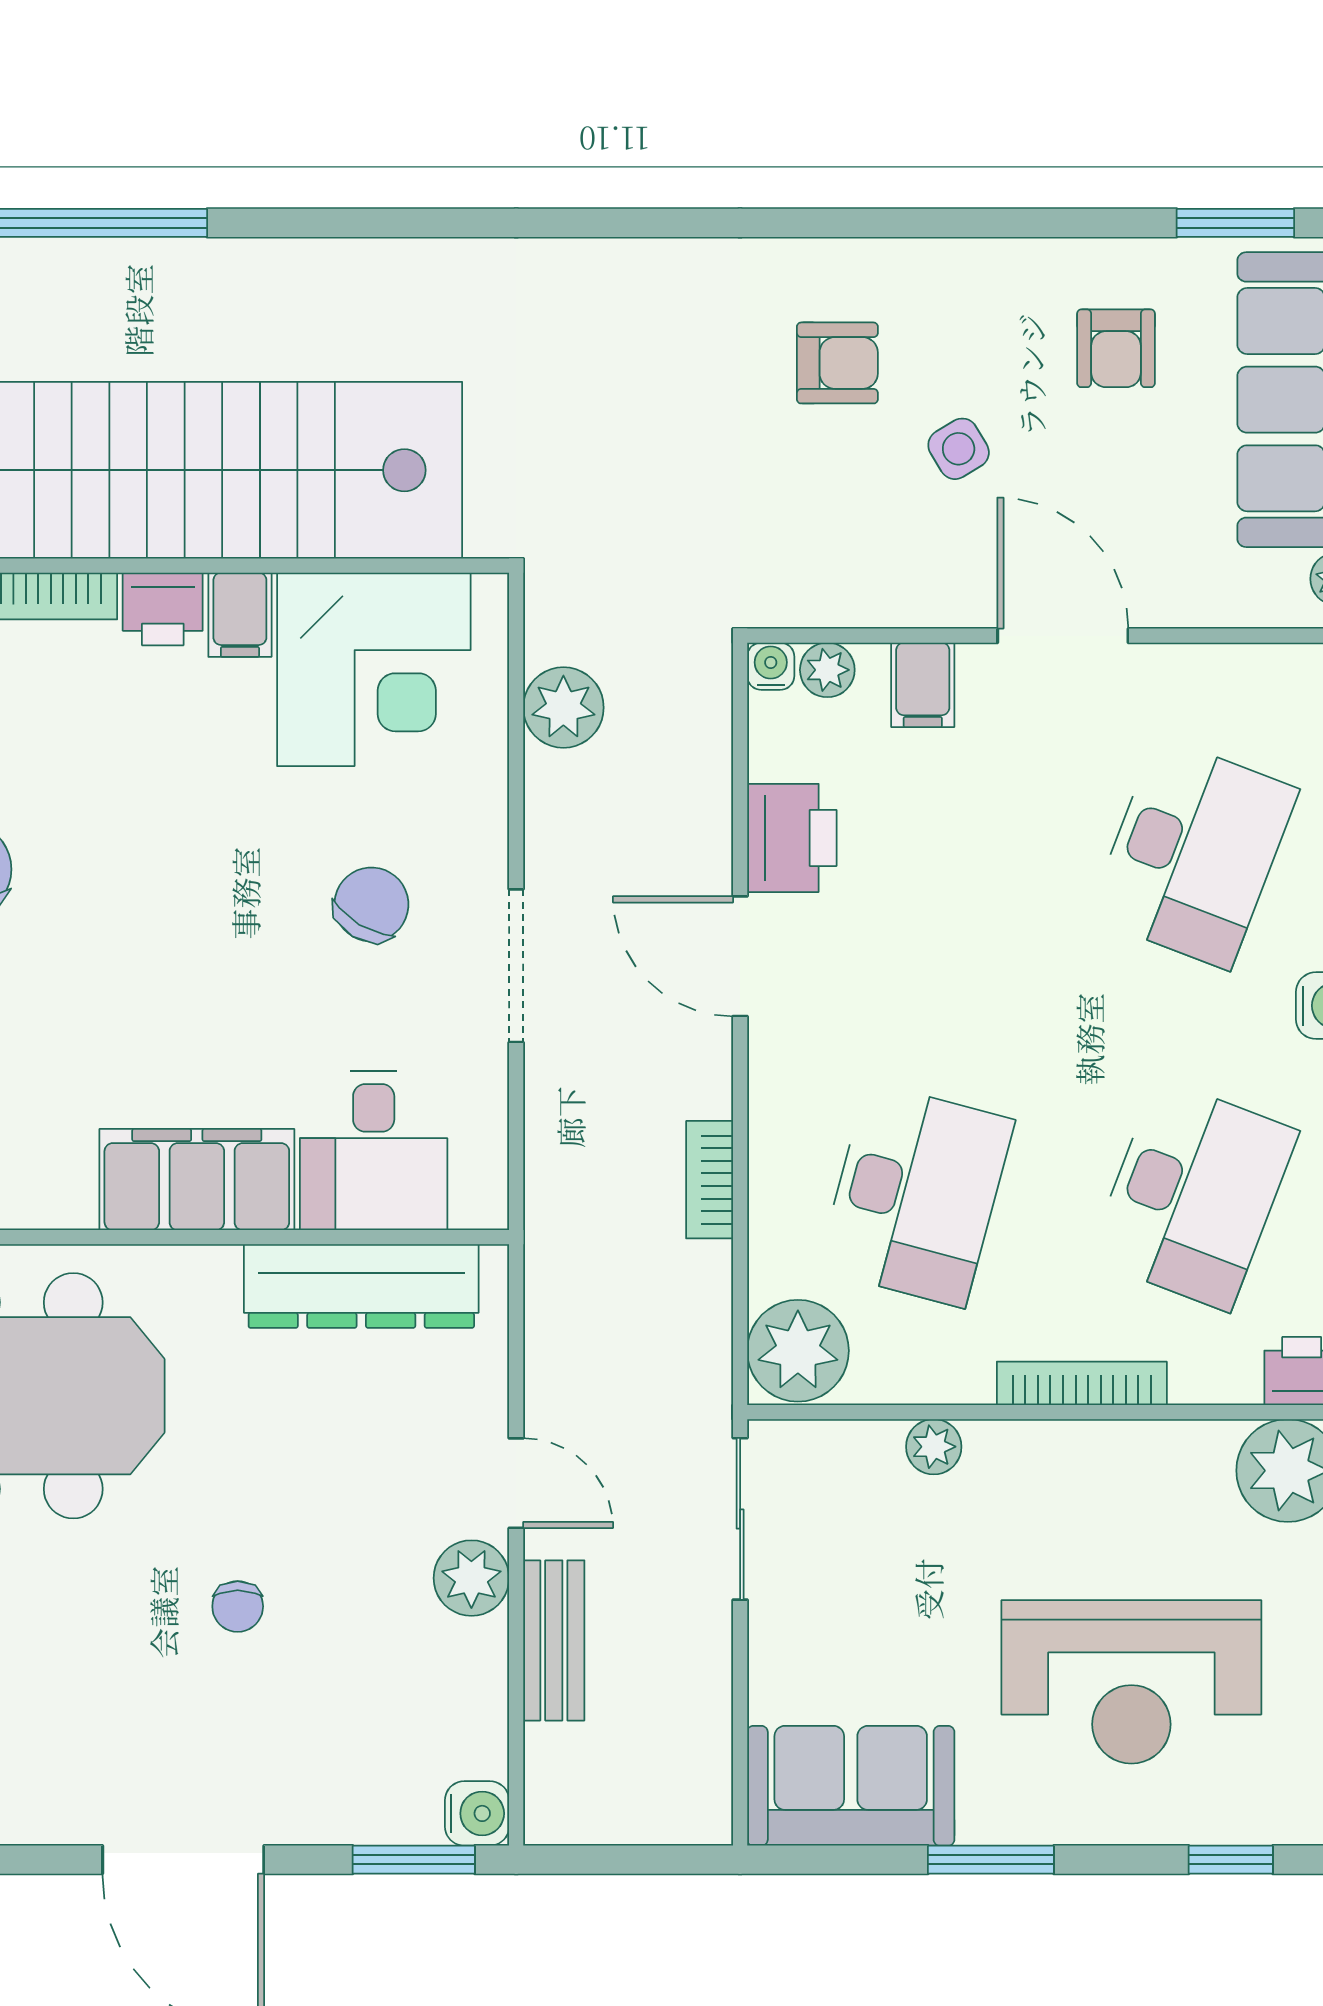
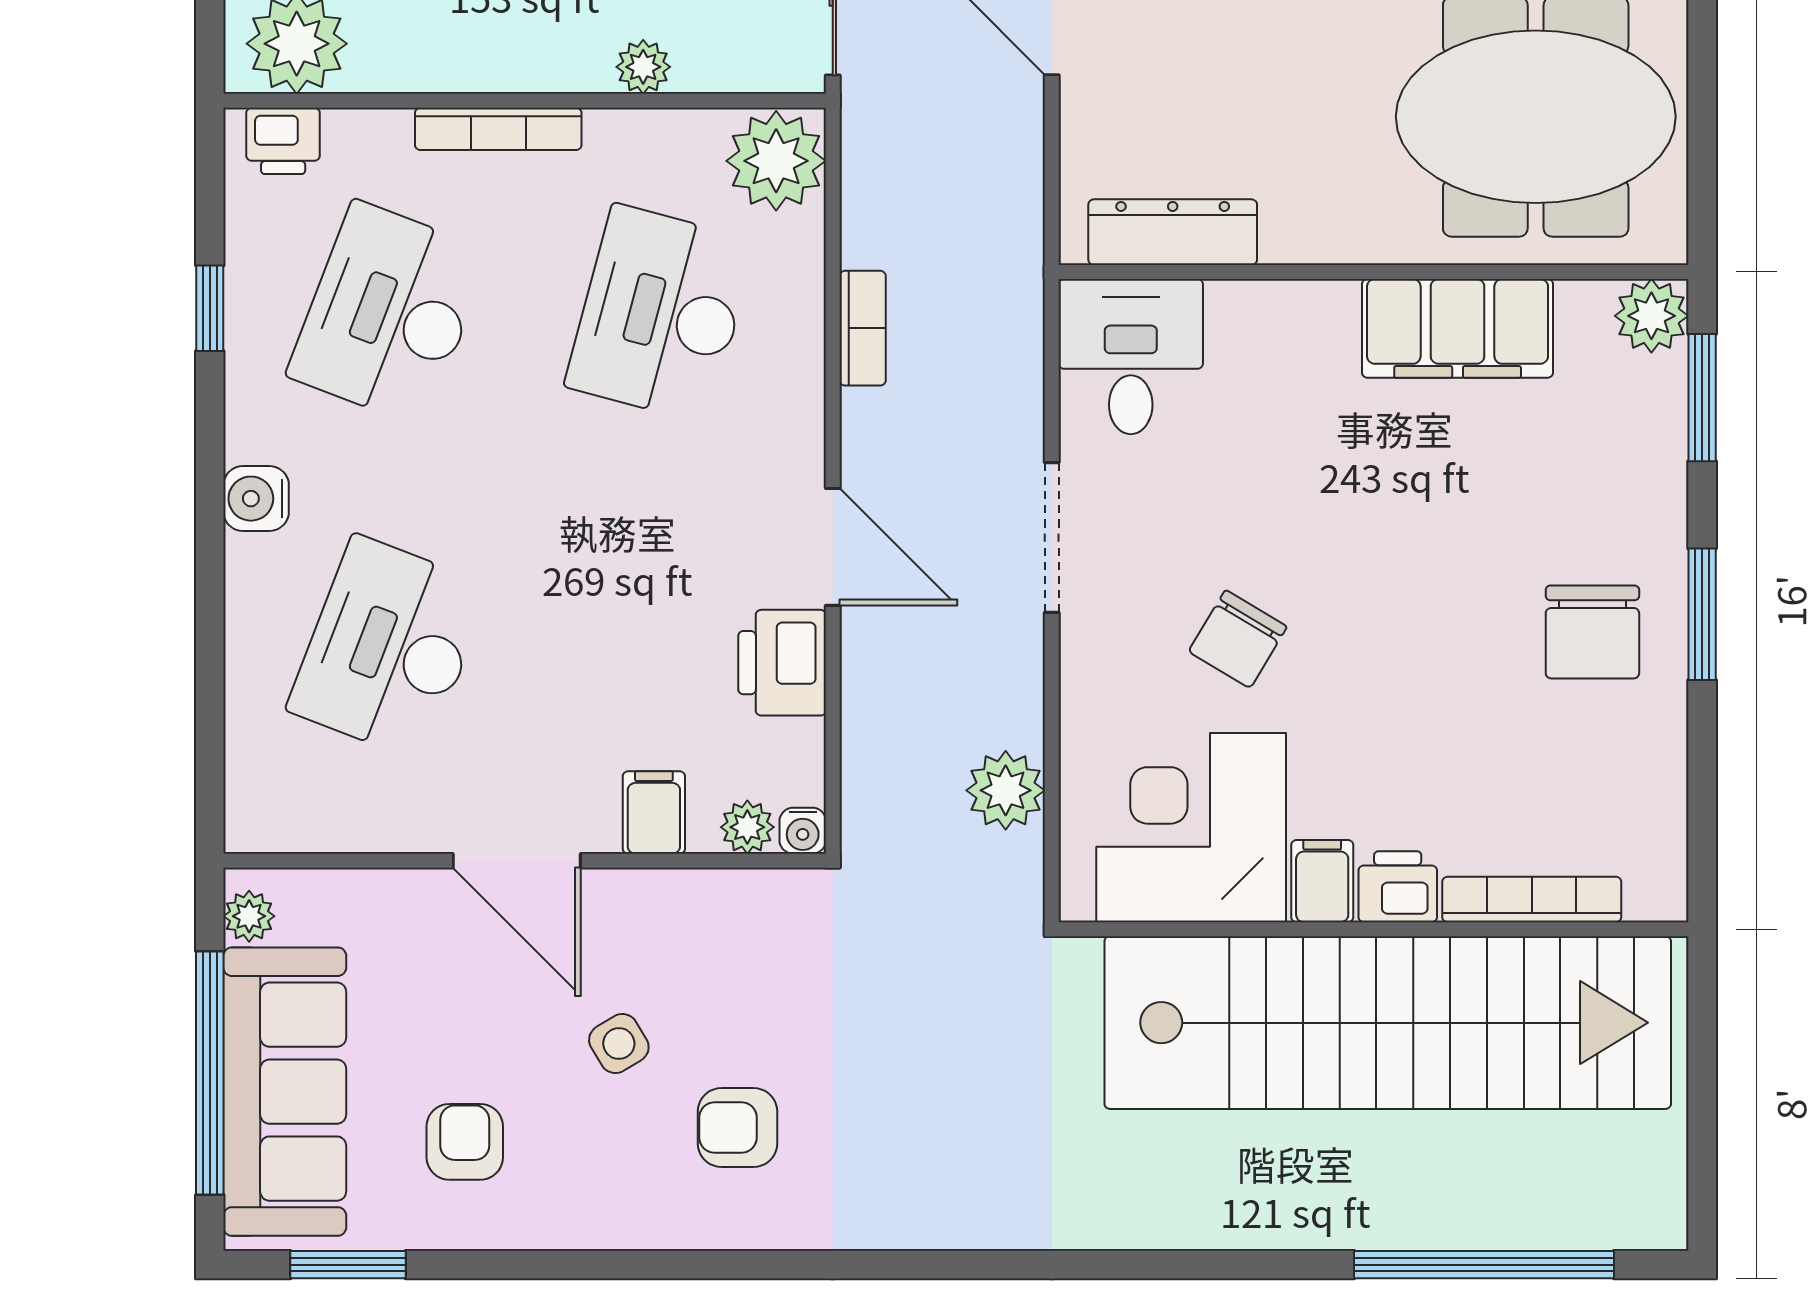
chair: (371, 905) -> (1238, 639), moved
desk: (374, 1151) -> (1131, 357), moved
filing cabinet: (197, 1180) -> (1458, 328), moved
dresser: (361, 1286) -> (1173, 232), width x0.73, depth x0.80

